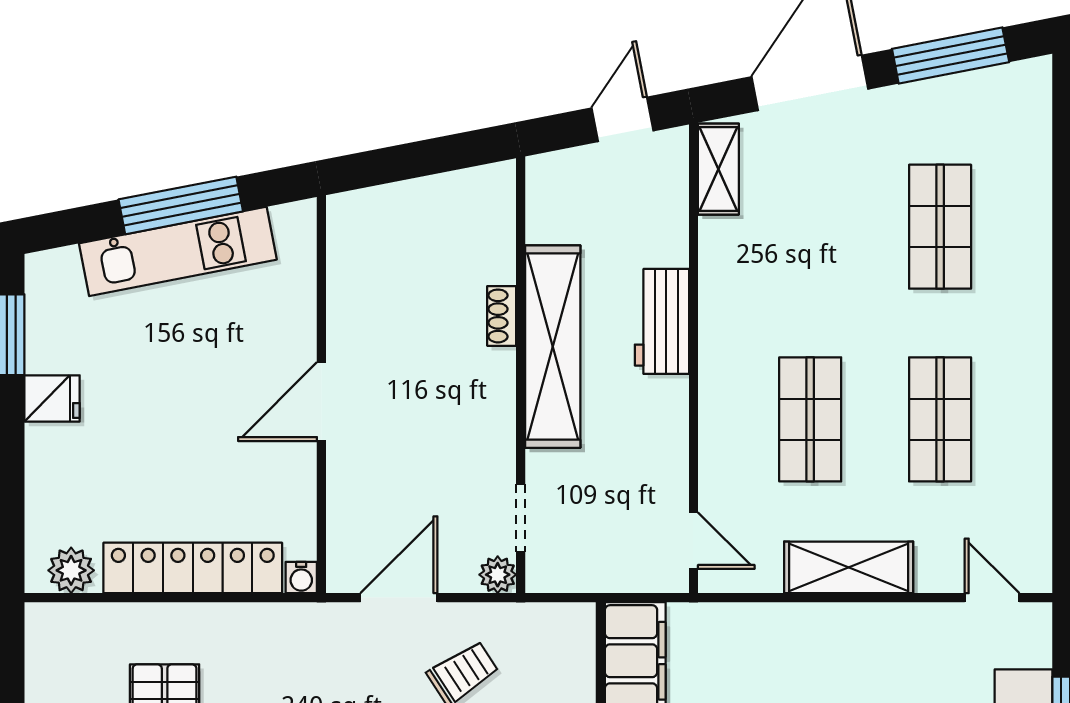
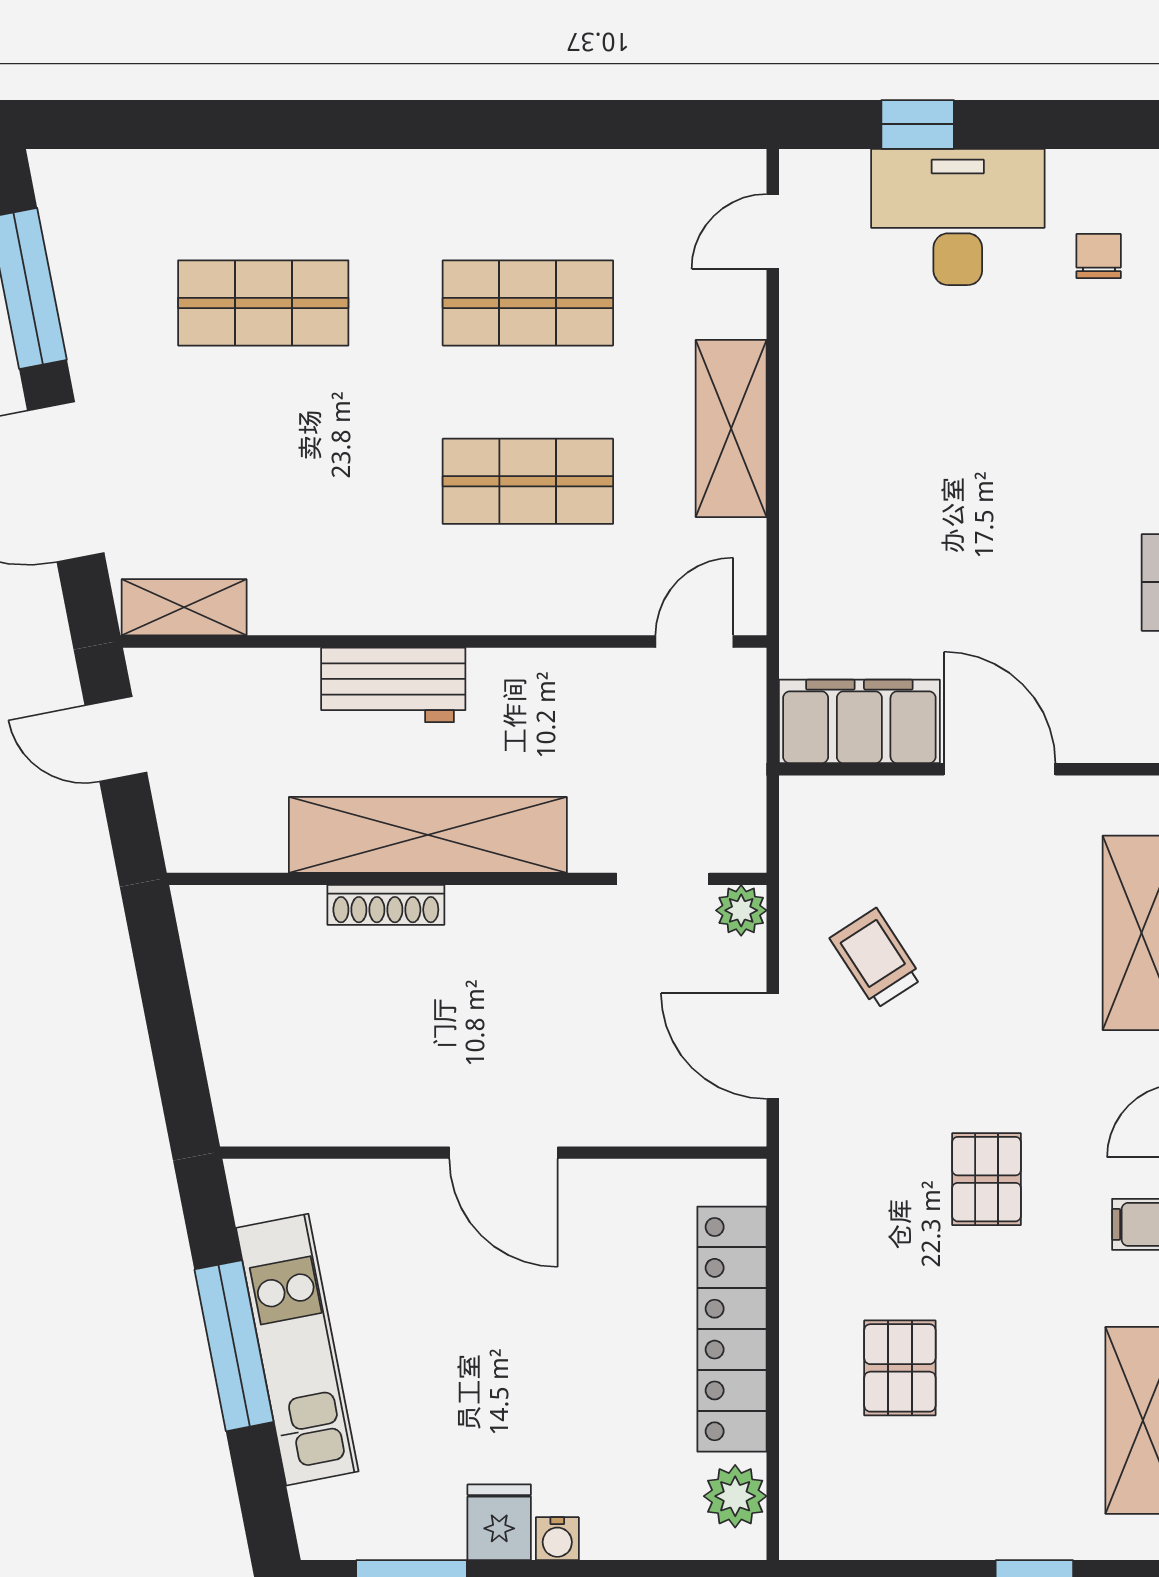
shoe rack: (502, 316) -> (386, 905), width x1.43
water cooler: (301, 578) -> (557, 1539), moved, turned 90

